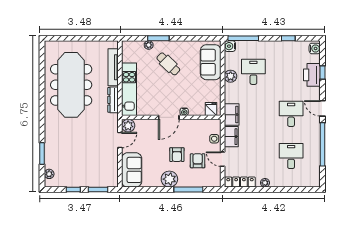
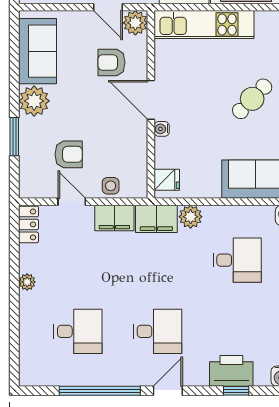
plant: (231, 76) -> (191, 217), moved
armchair: (177, 155) -> (111, 62), moved
door: (223, 159) -> (72, 202), hinge flipped
sofa: (132, 170) -> (38, 51), moved, turned -90
locker: (240, 182) -> (28, 224), width x0.66
window: (188, 189) -> (14, 137), width x0.69

